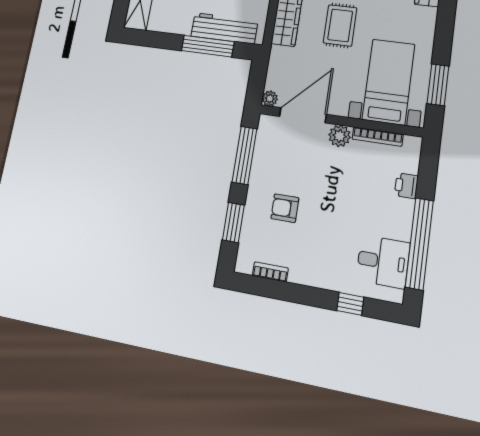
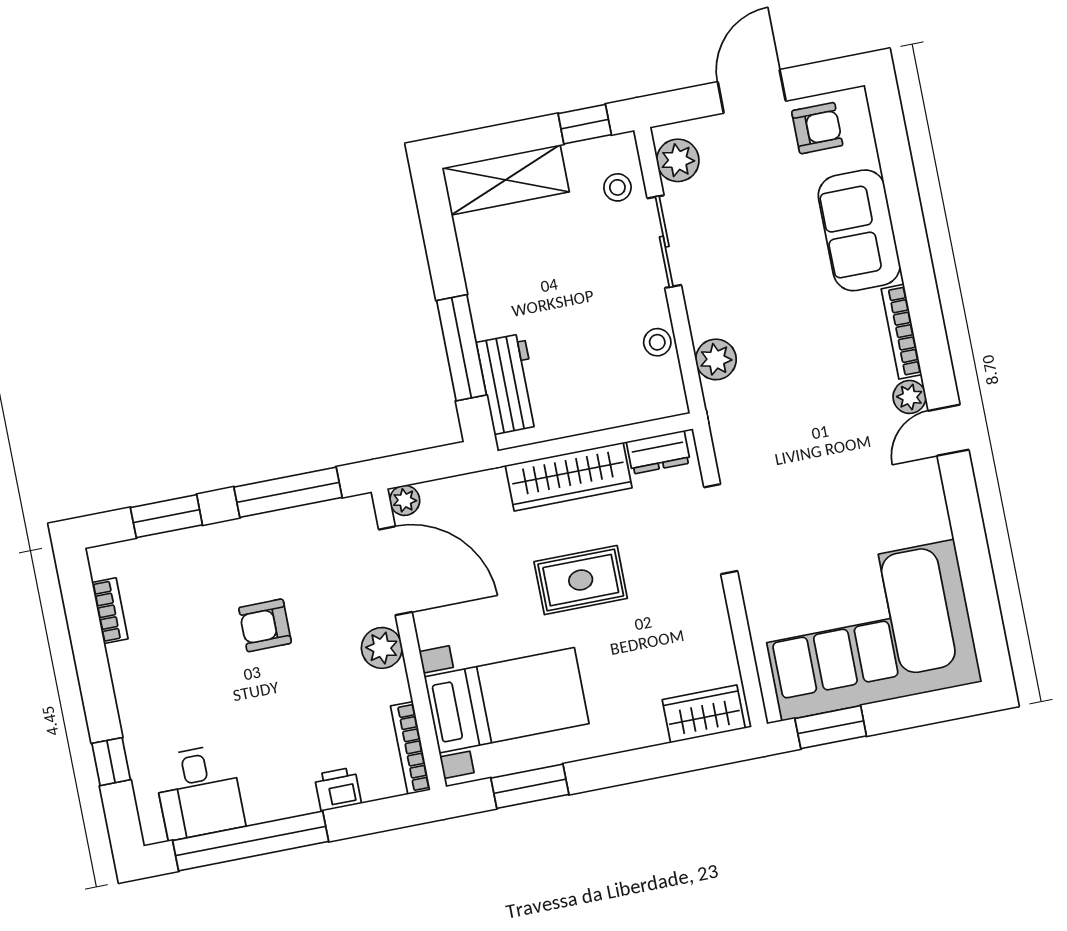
workbench: (224, 28) -> (509, 384), width x0.73
bookcase: (378, 137) -> (411, 748), moved
armchair: (285, 208) -> (265, 625), moved, turned -90

